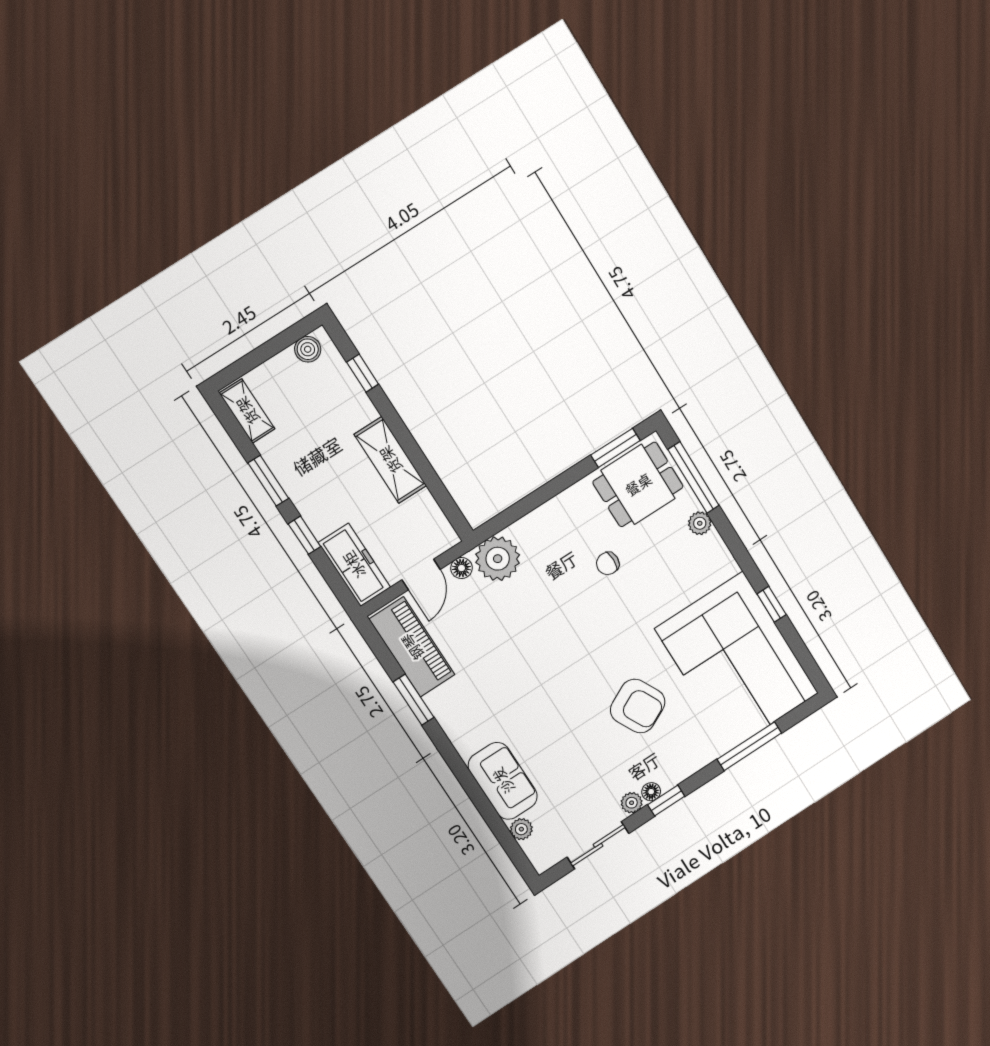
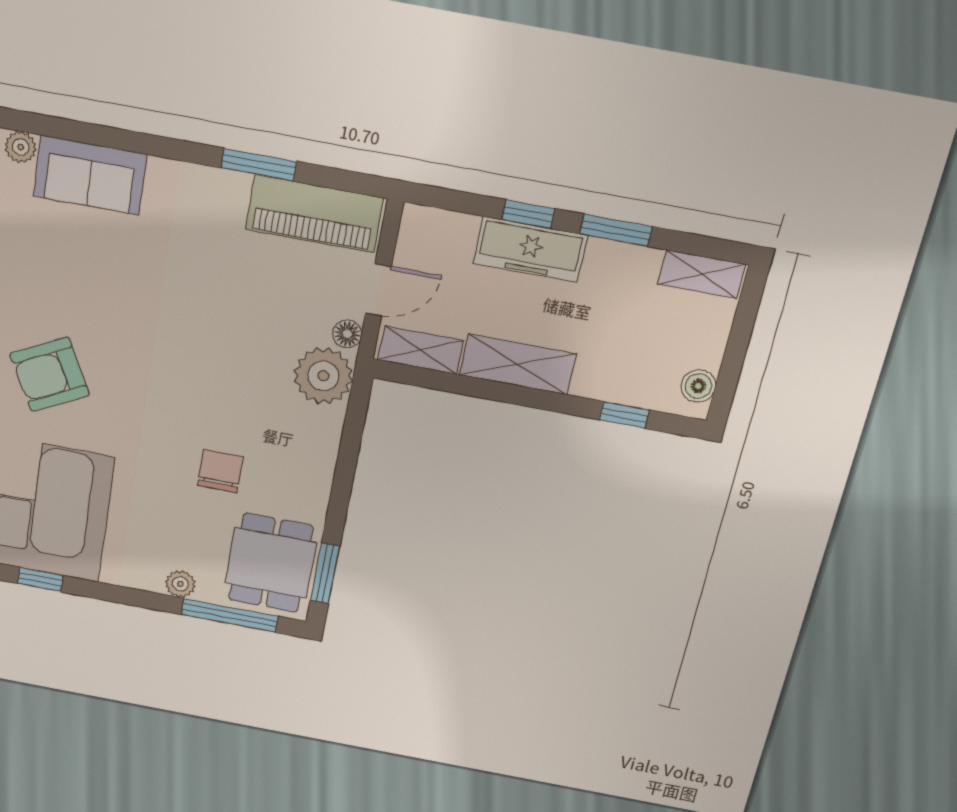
shelving: (433, 520) -> (421, 350), added
chair: (608, 563) -> (220, 471), width x1.37, depth x1.37
freezer: (354, 565) -> (530, 249), moved
door: (421, 575) -> (378, 290), swing flipped

